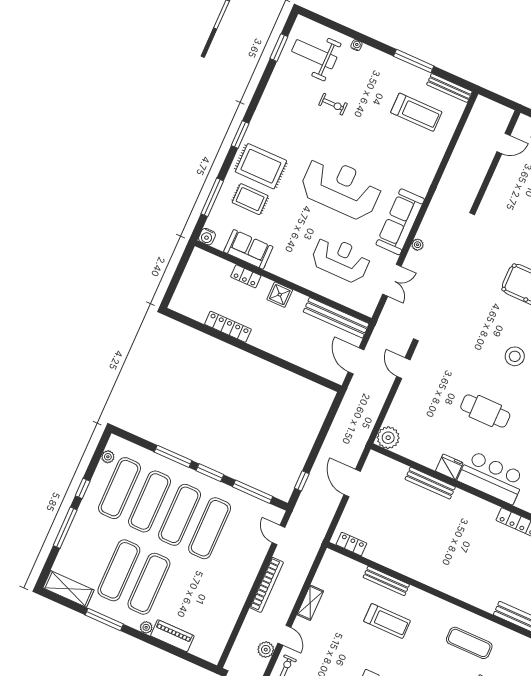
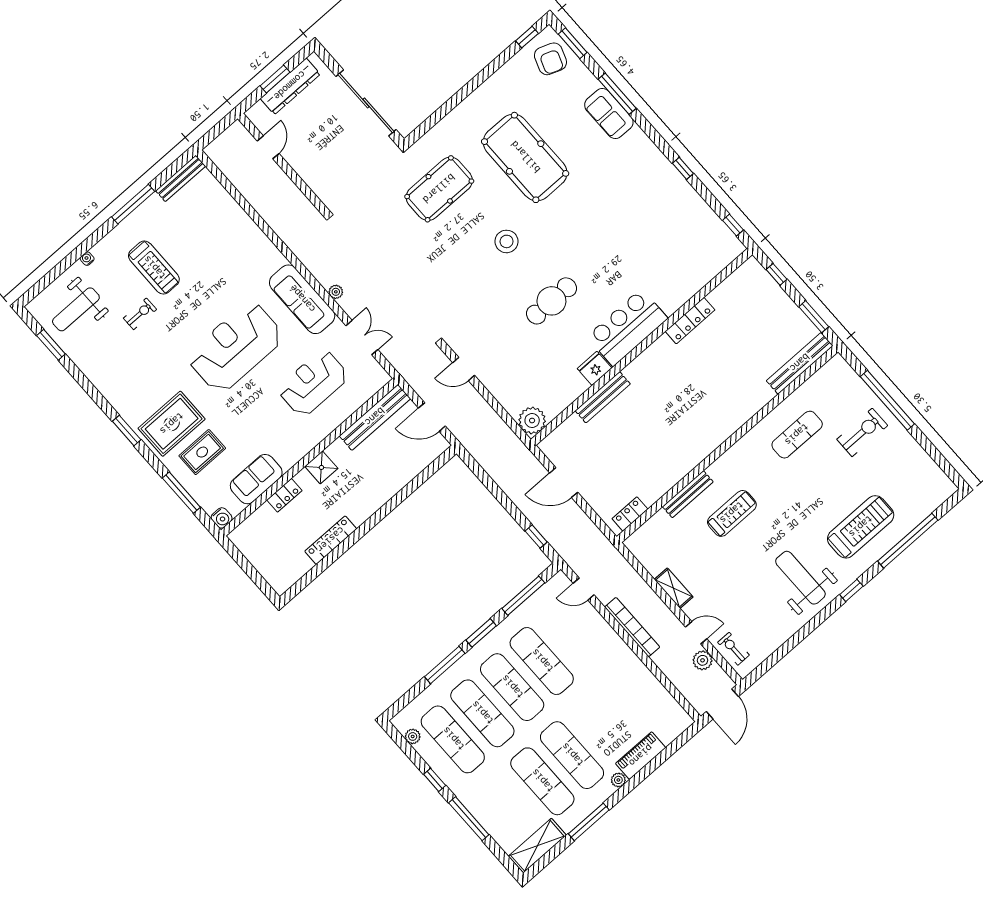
treadmill: (416, 112) -> (154, 268), moved, turned 90

